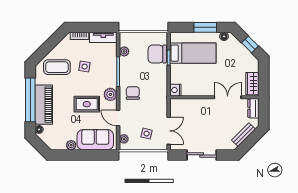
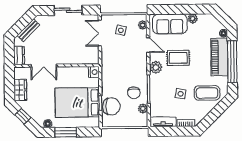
bed: (193, 53) -> (77, 103), width x1.50
wardrobe: (252, 84) -> (20, 90), moved
chair: (133, 93) -> (134, 93), moved

